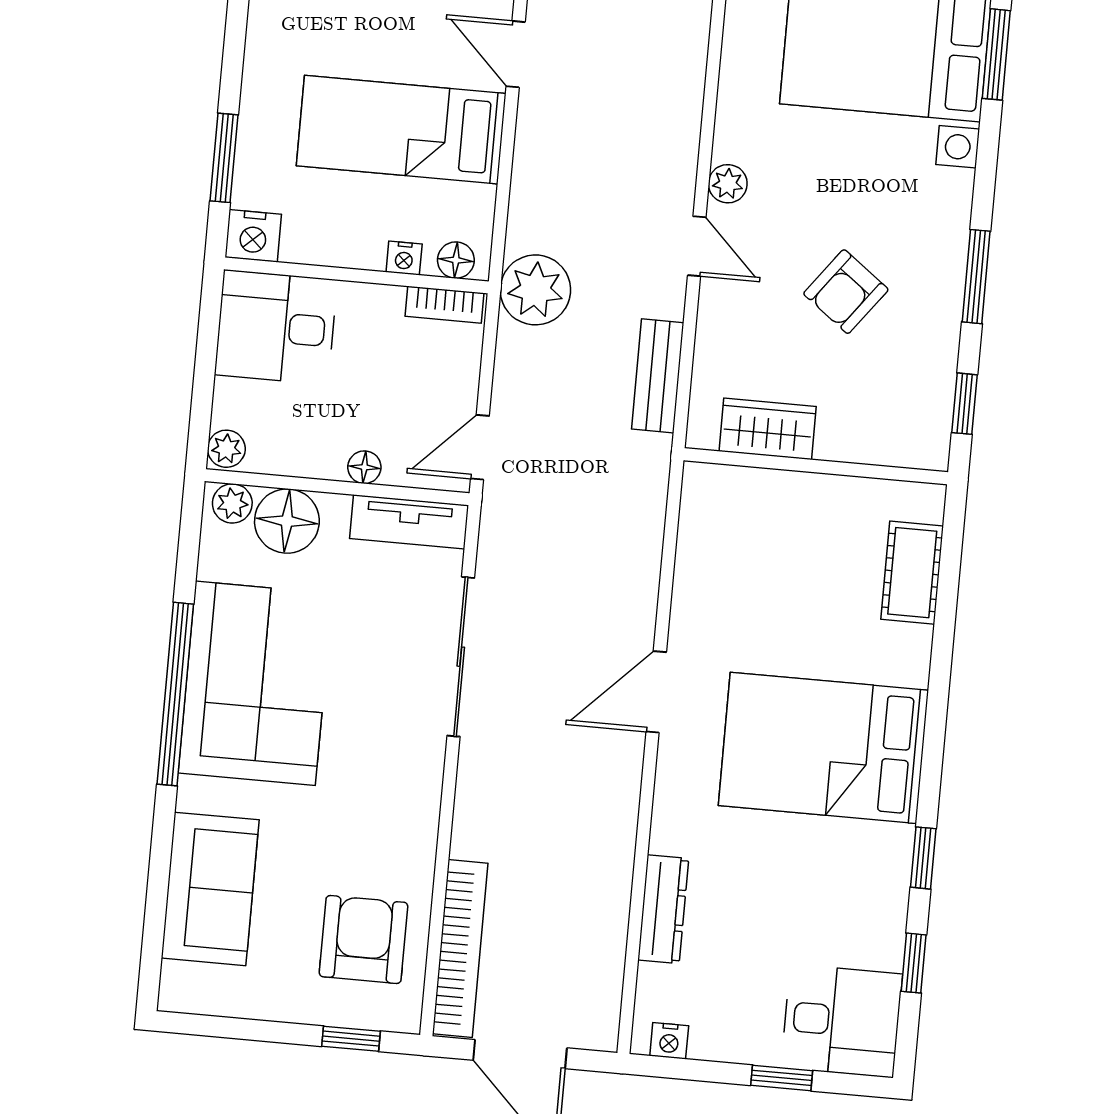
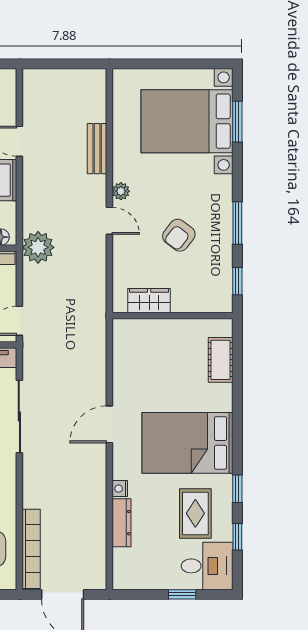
bench: (658, 376) -> (97, 149), moved
rug: (827, 904) -> (195, 513), added
nightstand: (669, 1041) -> (120, 489), moved, turned 90

